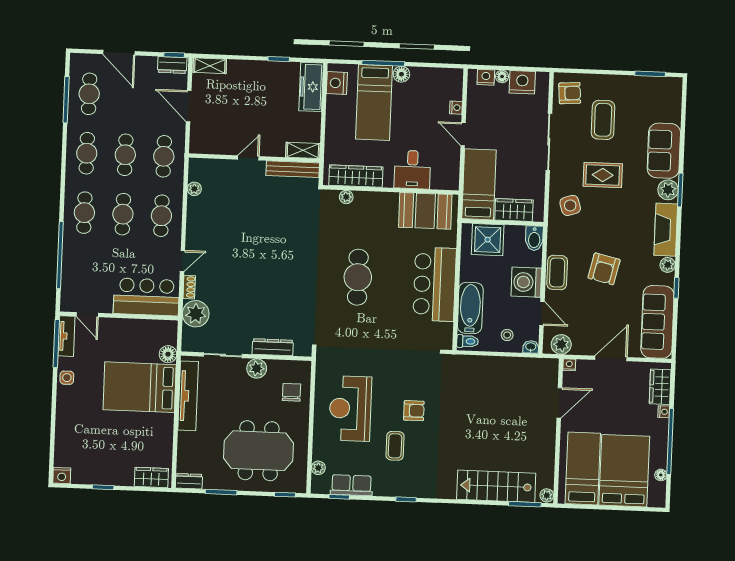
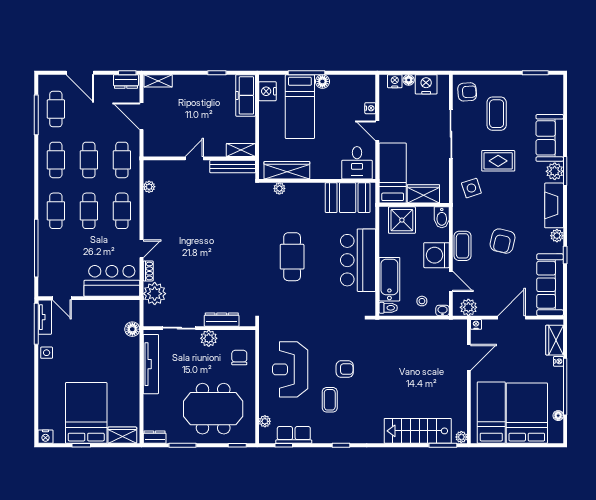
desk: (412, 170) -> (357, 163), moved
bed: (140, 387) -> (86, 413), moved, turned 90

